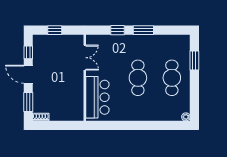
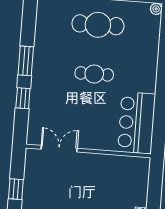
cafe table: (138, 78) -> (94, 74), width x0.73, depth x0.74
bar counter: (97, 97) -> (137, 123), moved, turned -90

